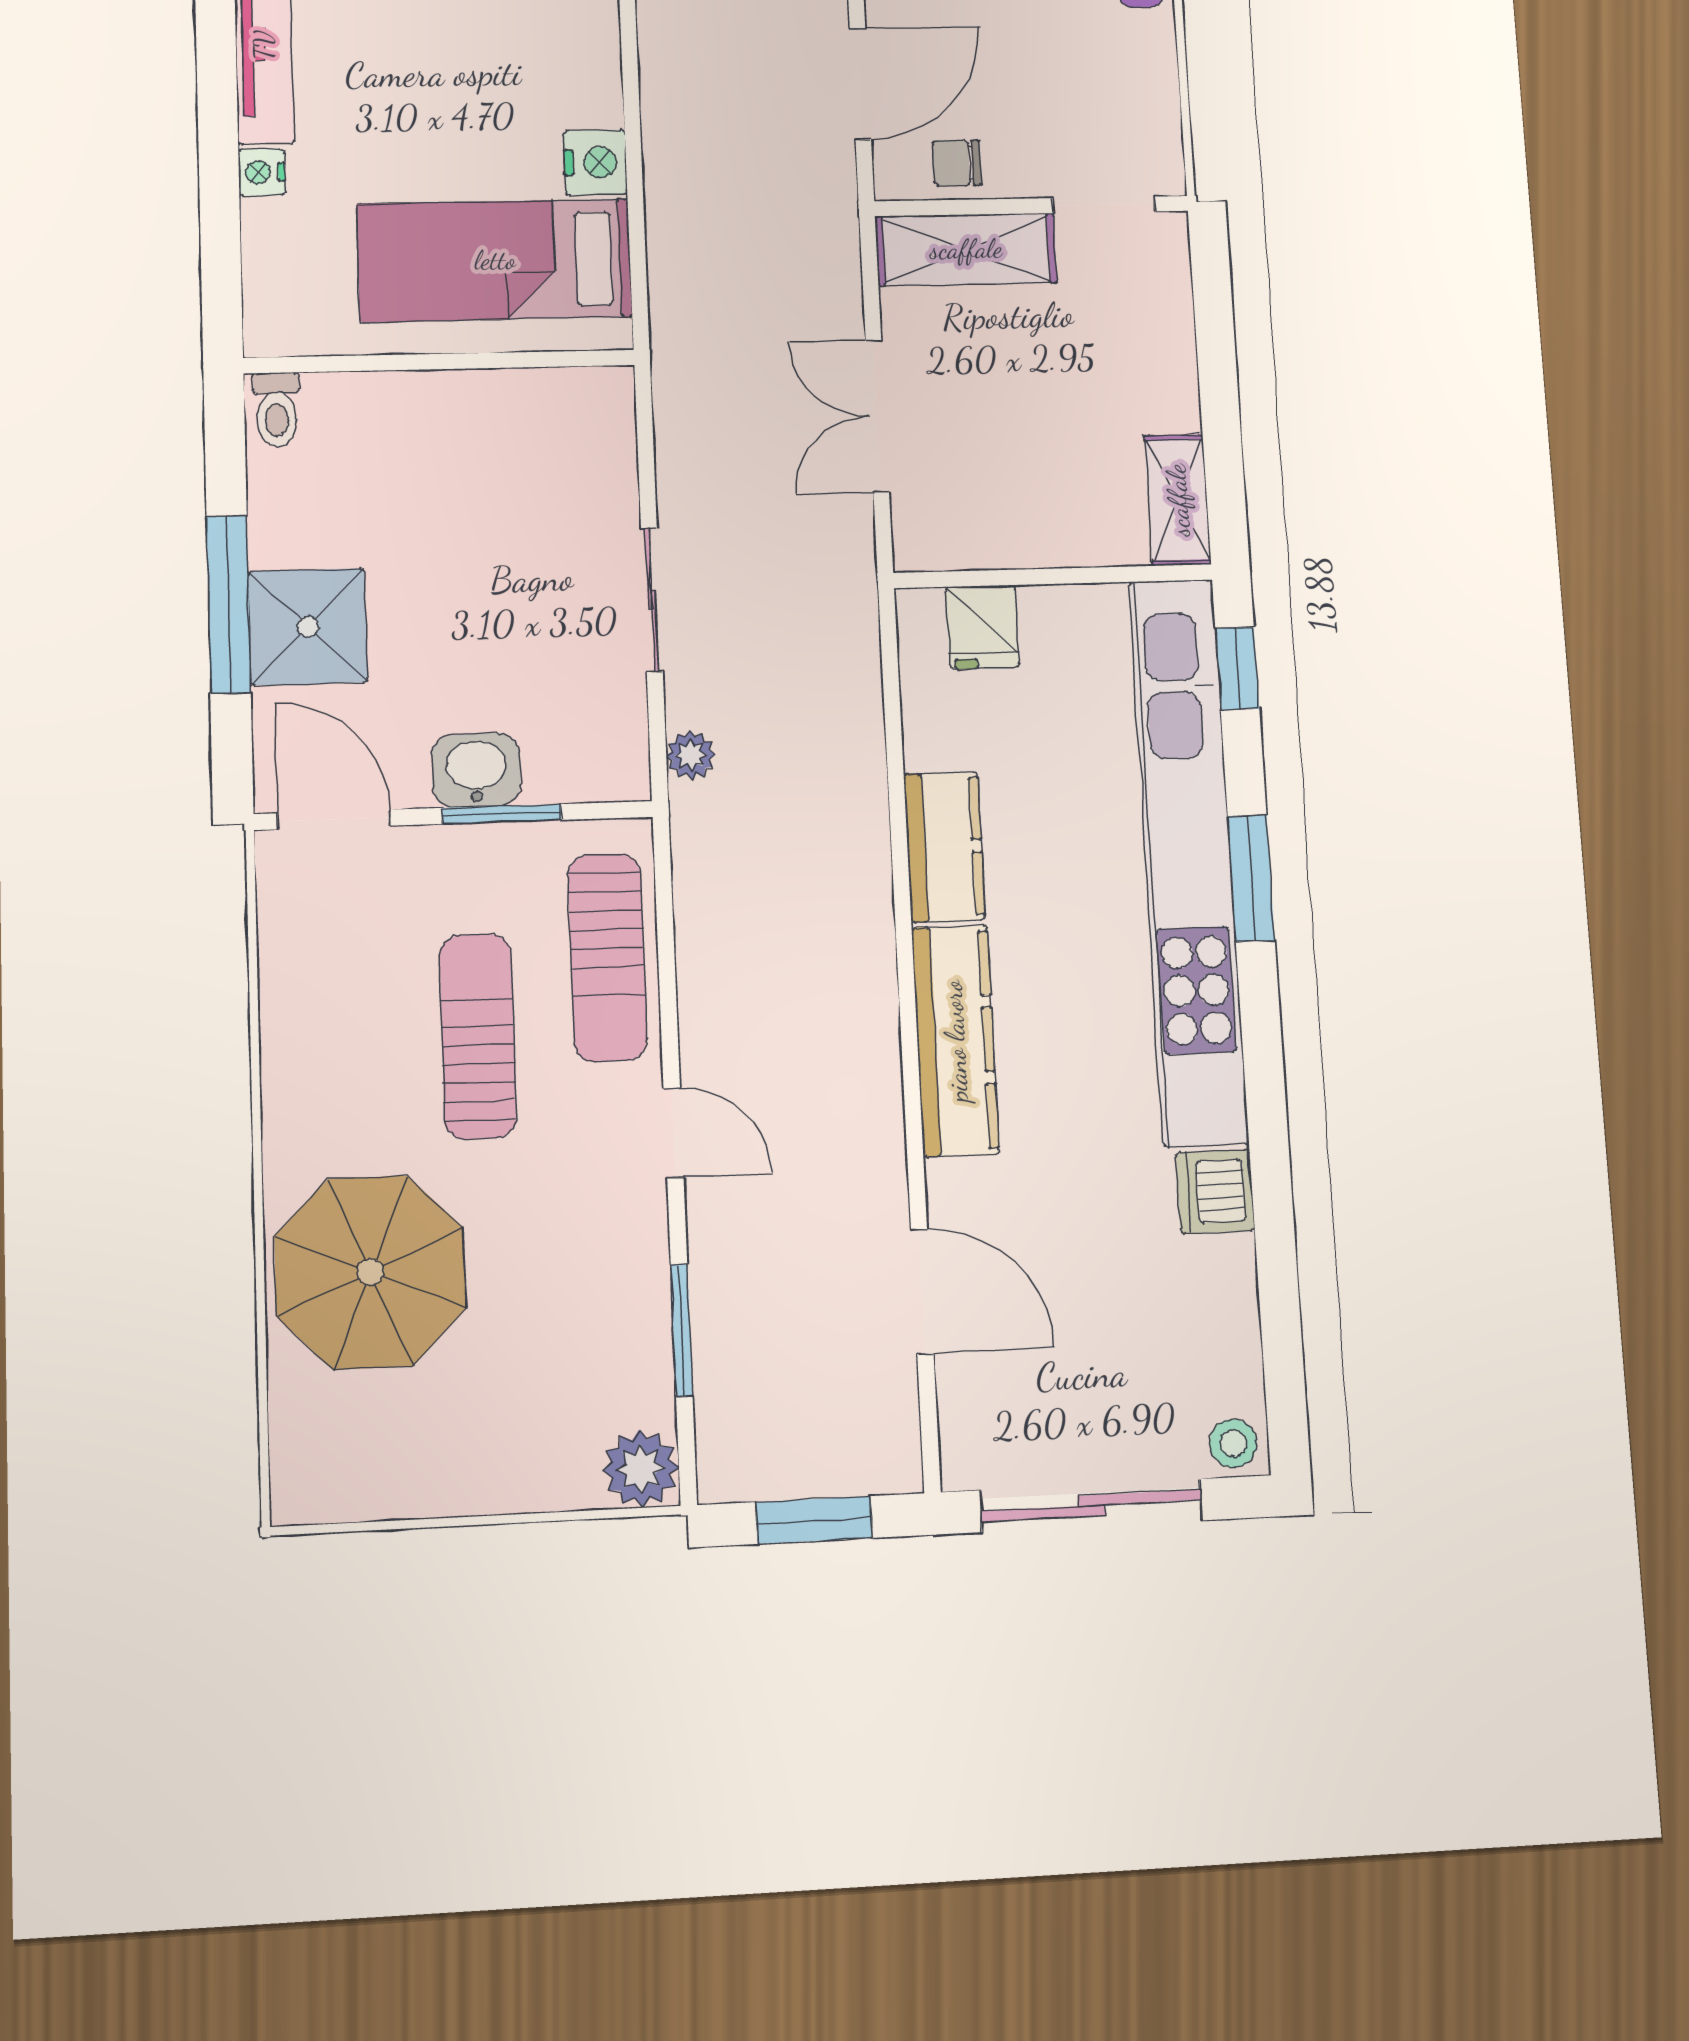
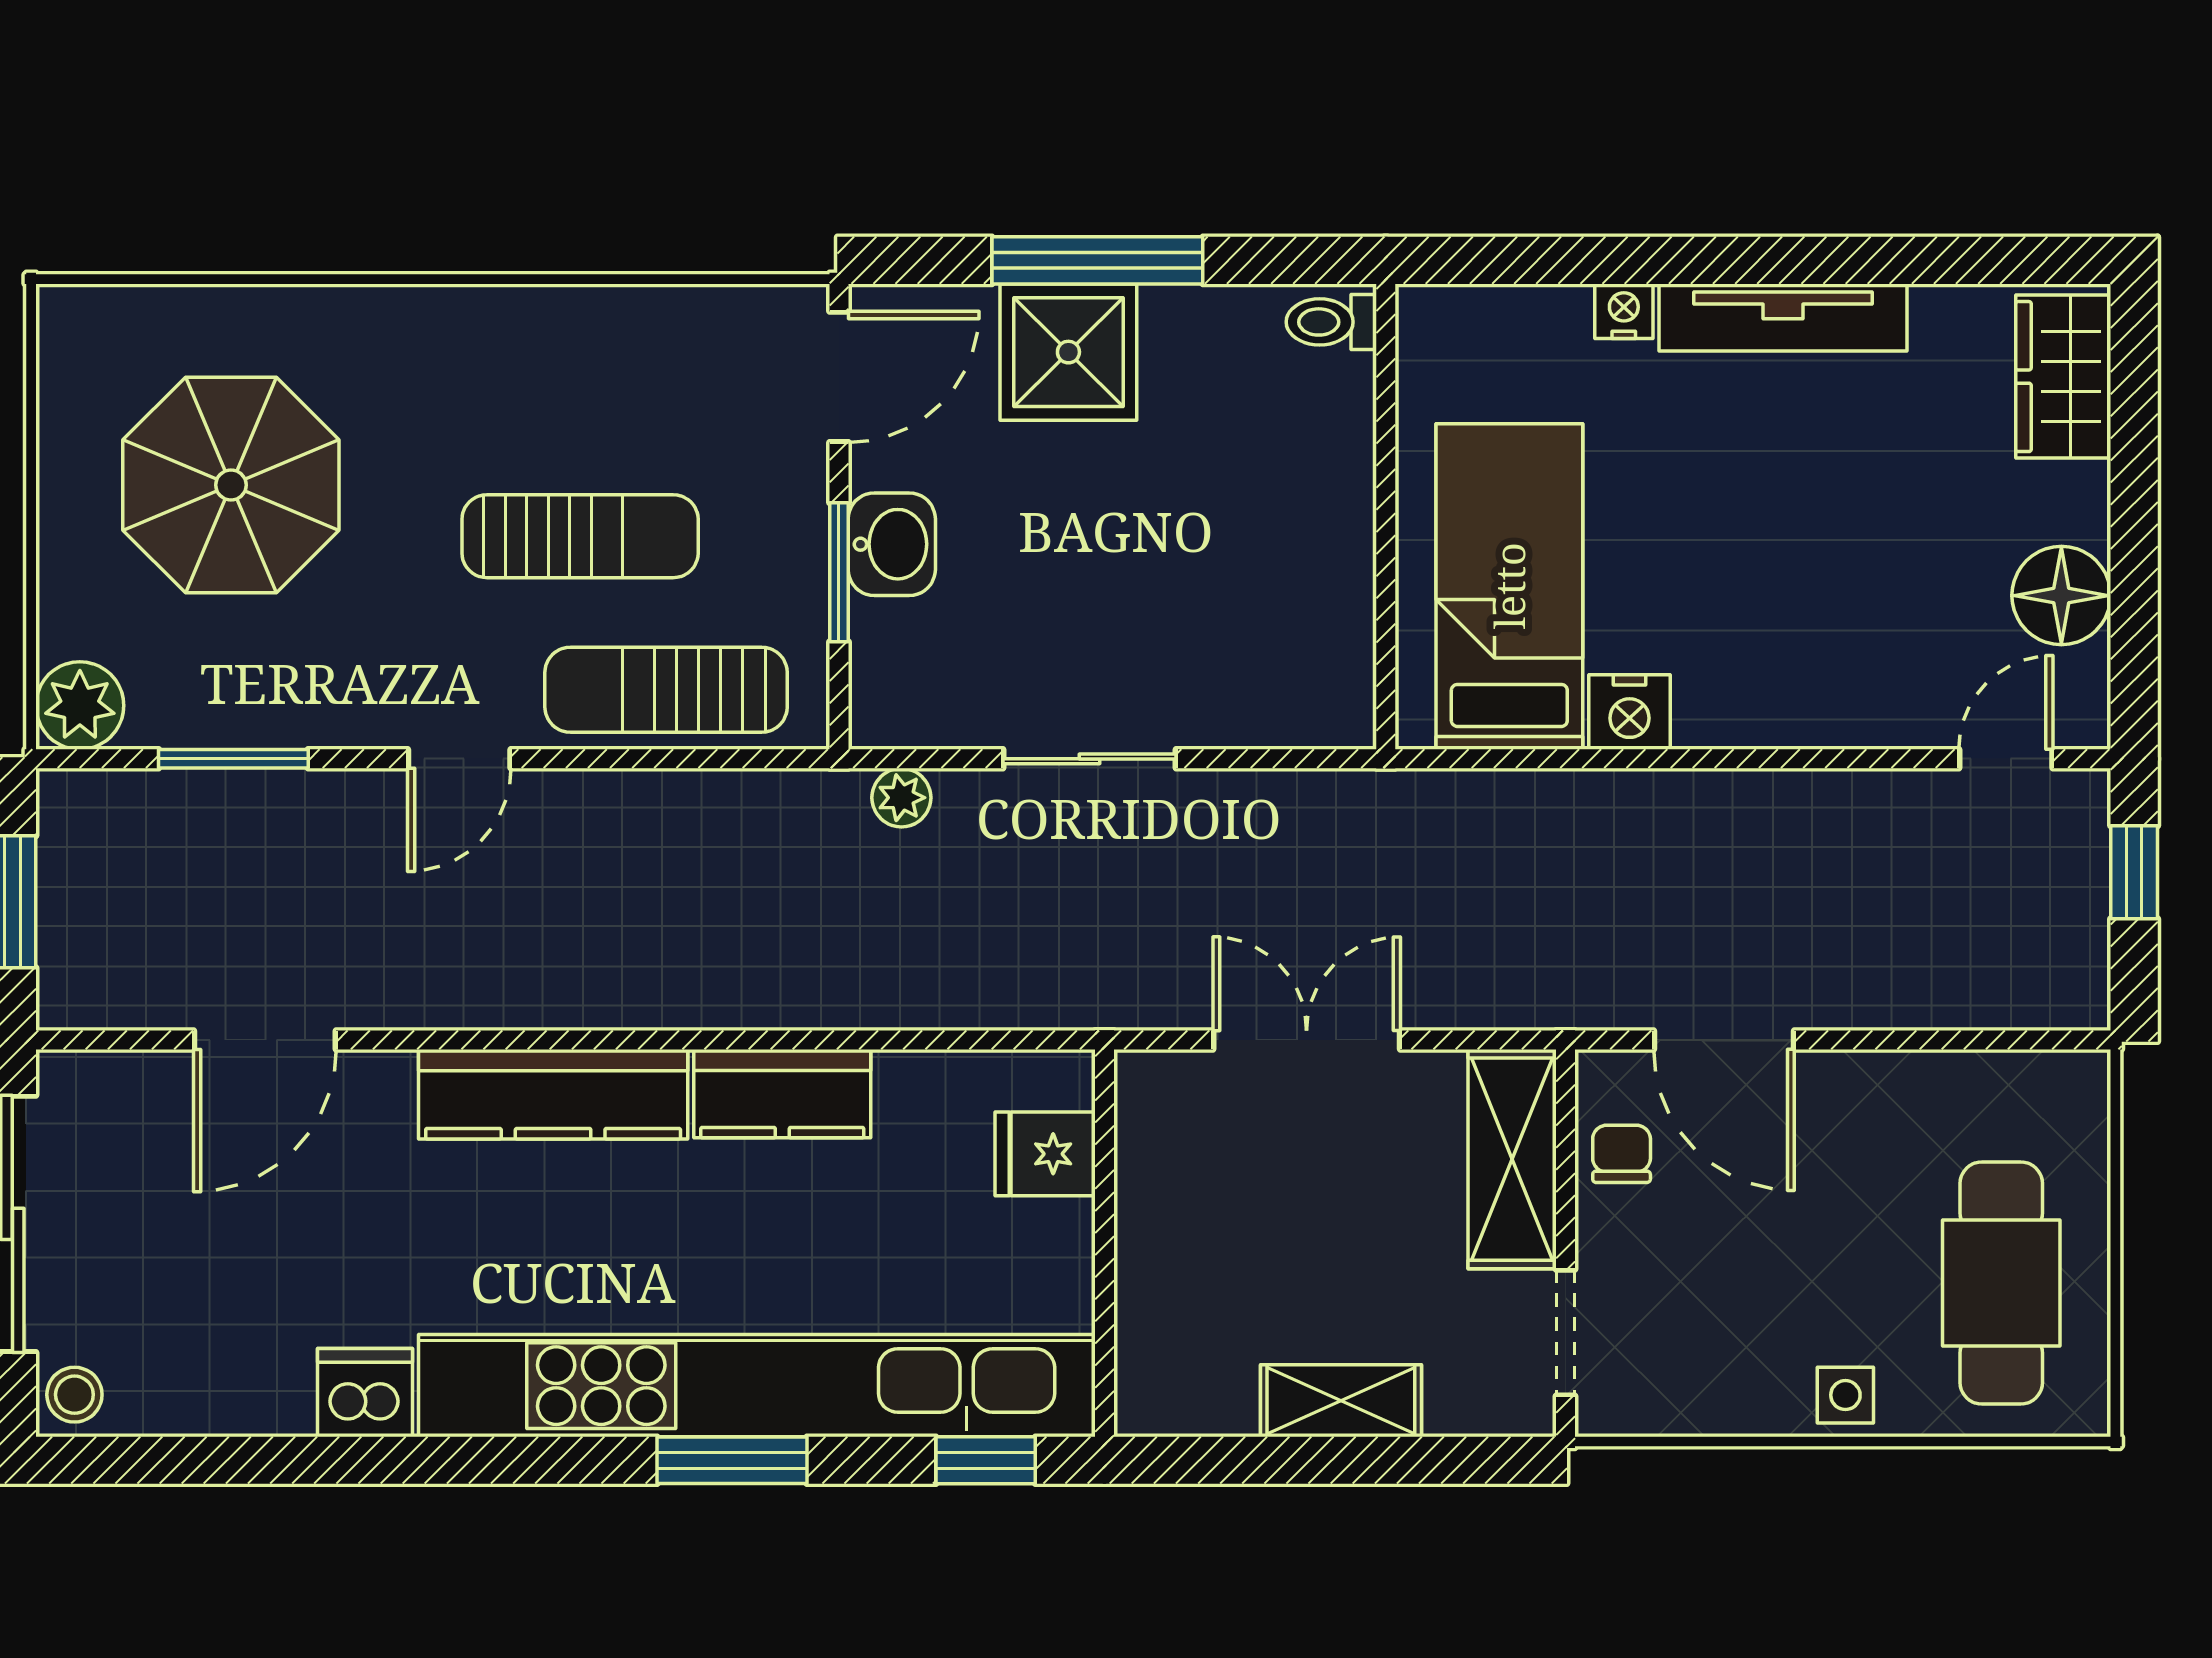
shelving: (1178, 500) -> (1341, 1401), moved
parasol: (370, 1272) -> (231, 485), moved

